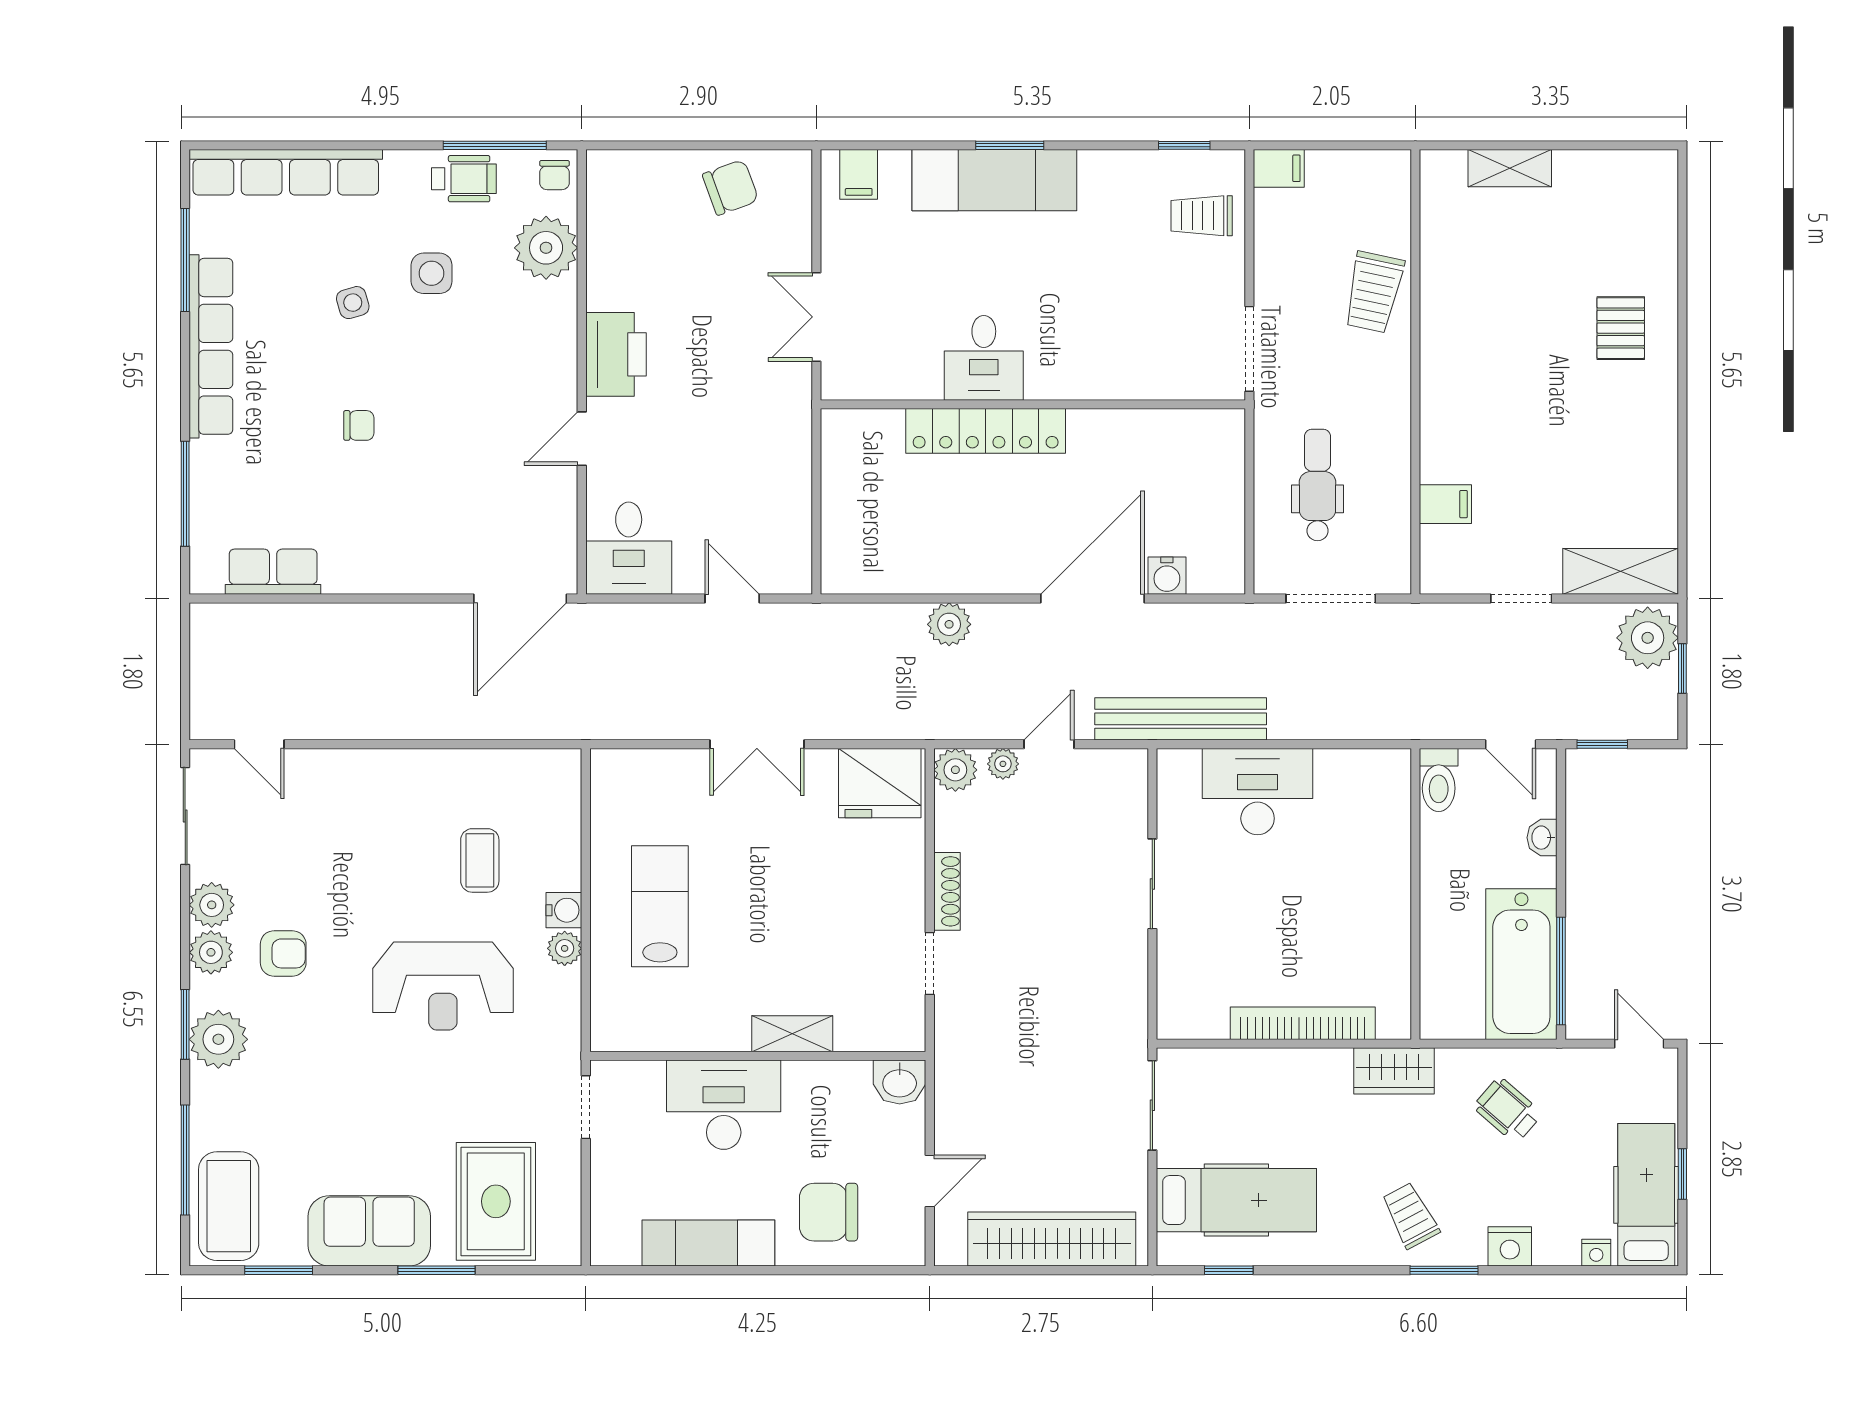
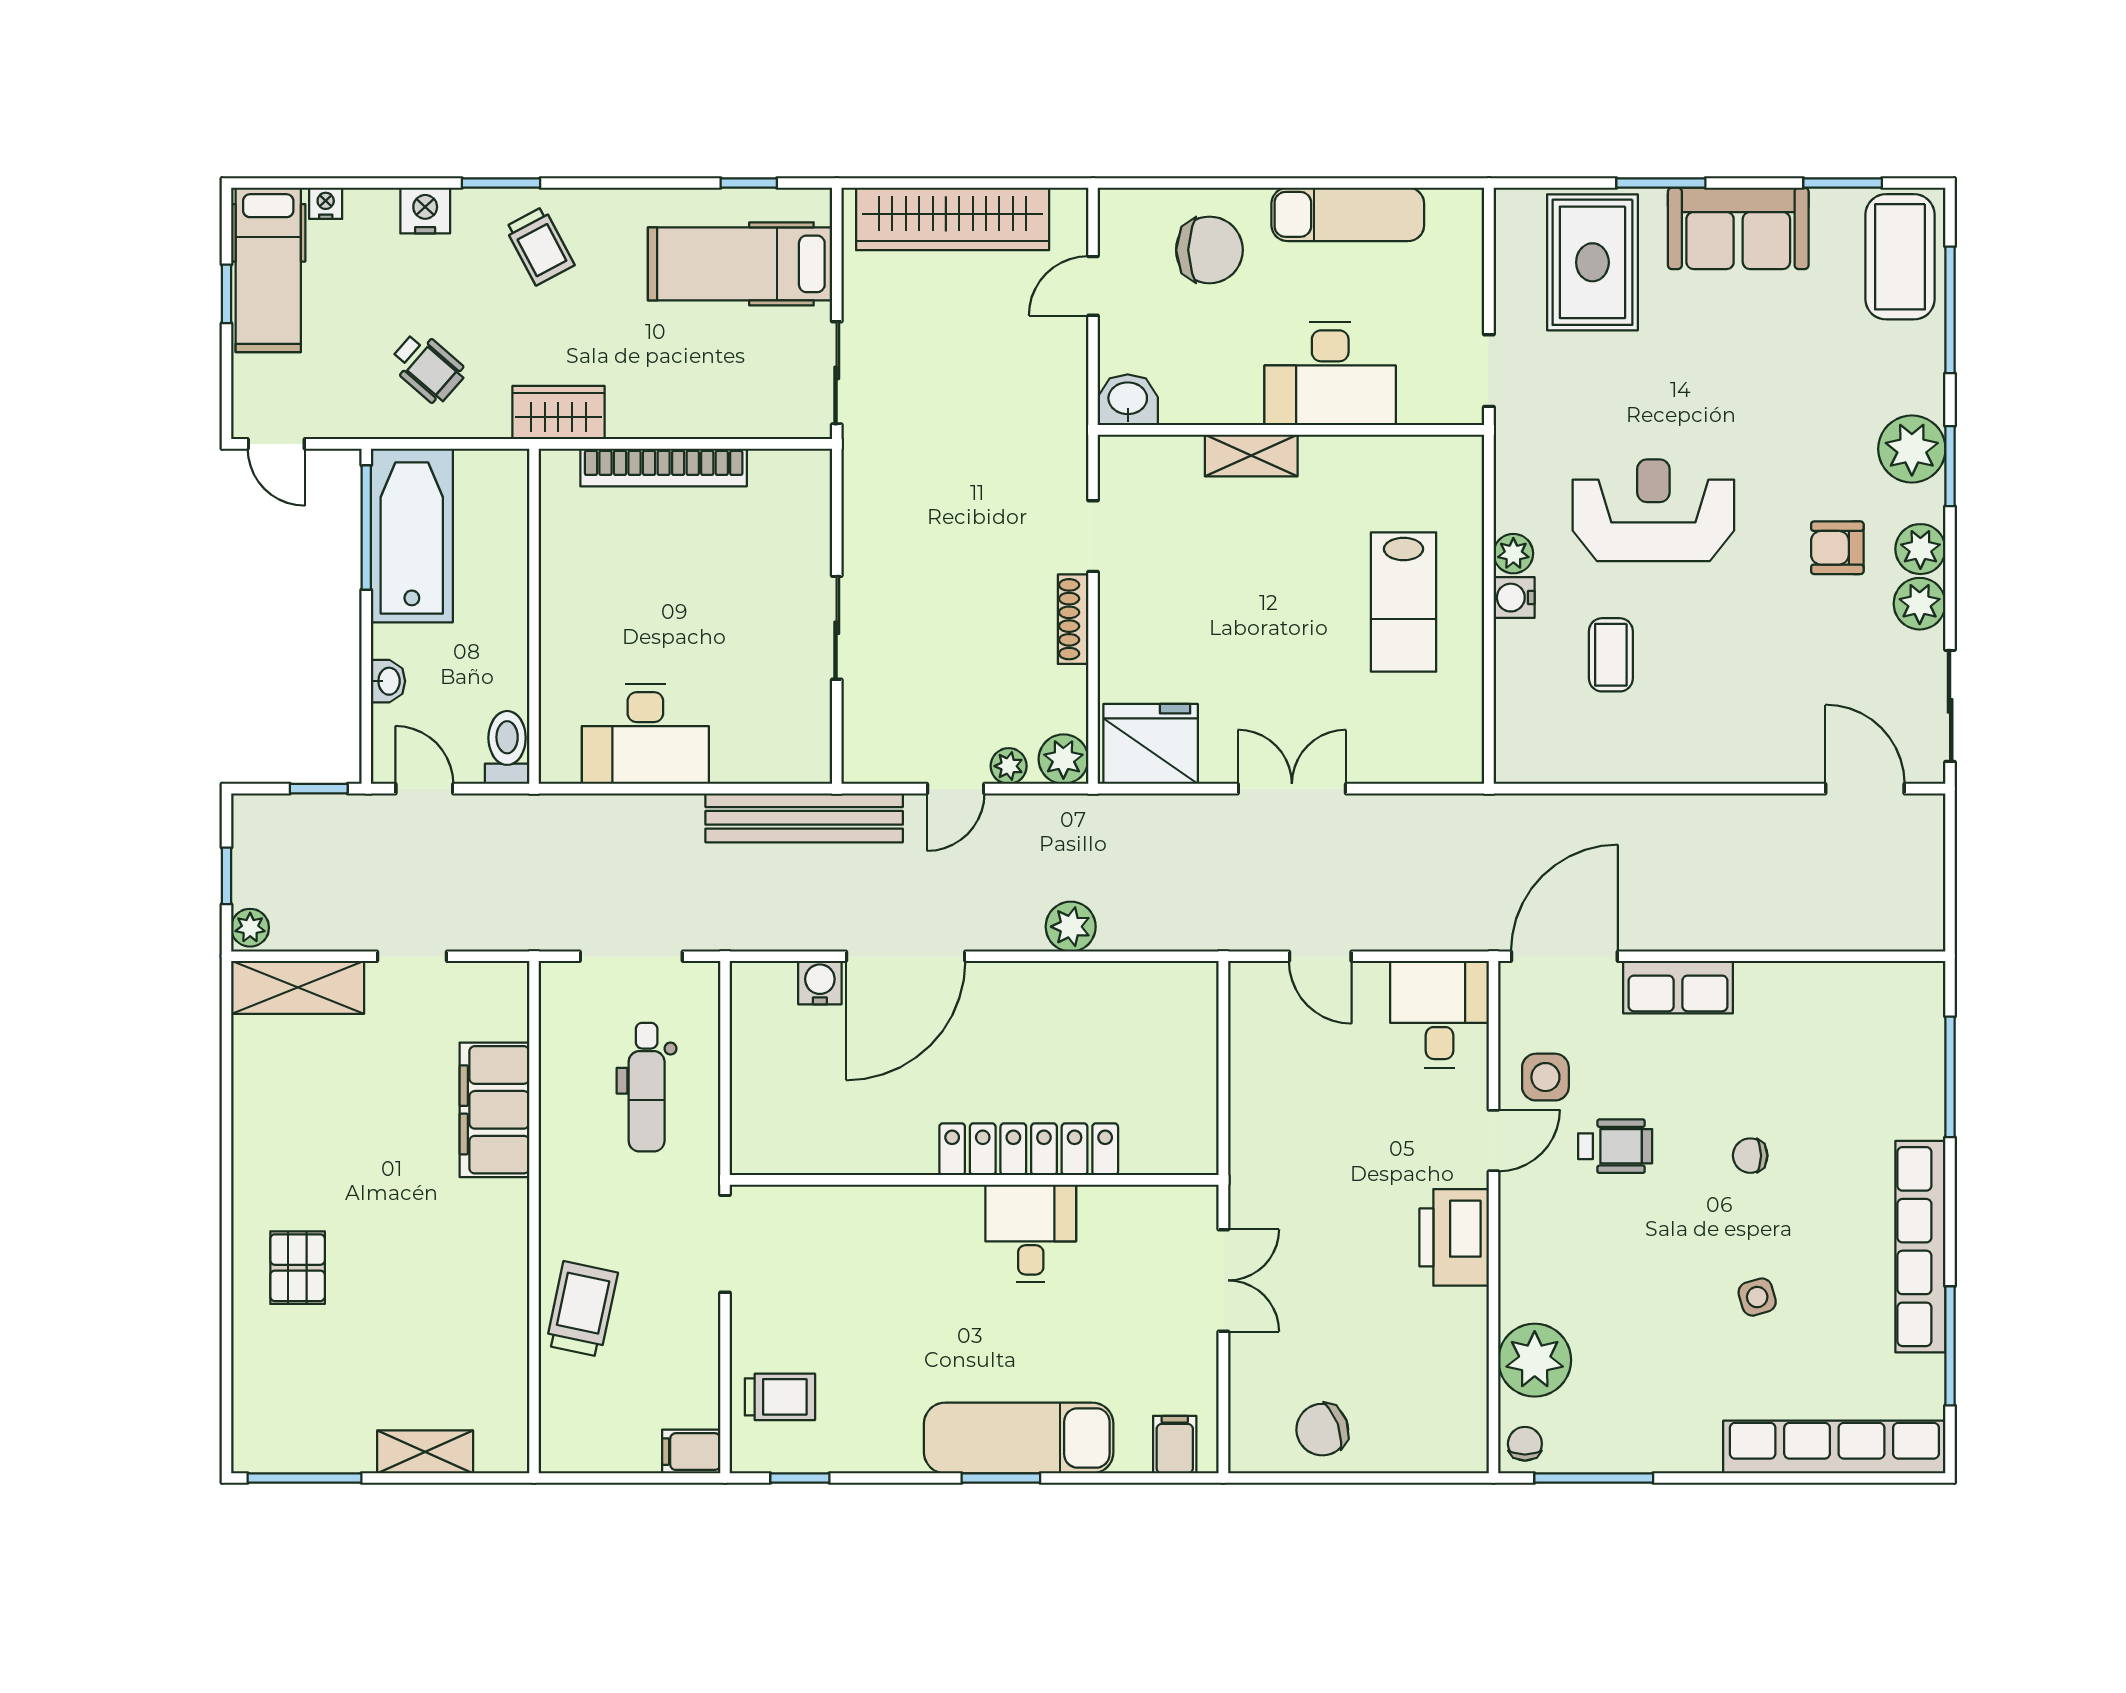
window: (1615, 145) -> (305, 1478), added
wheelchair: (464, 179) -> (1615, 1146), moved, turned 180
side table: (432, 273) -> (1545, 1077), moved
filing cabinet: (1445, 504) -> (494, 1110), width x3.00, depth x1.17
row of seats: (273, 572) -> (1678, 987), moved
plant: (1648, 638) -> (250, 928), width x0.53, depth x0.53
door: (259, 744) -> (1865, 789), width x1.38
desk: (1258, 792) -> (645, 734), moved

